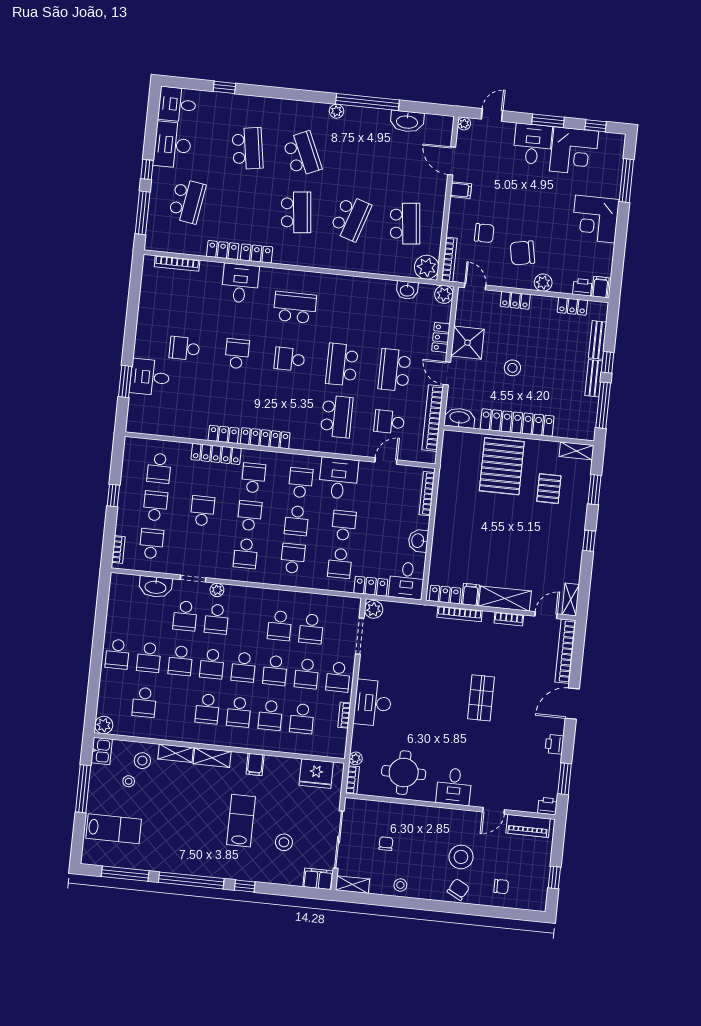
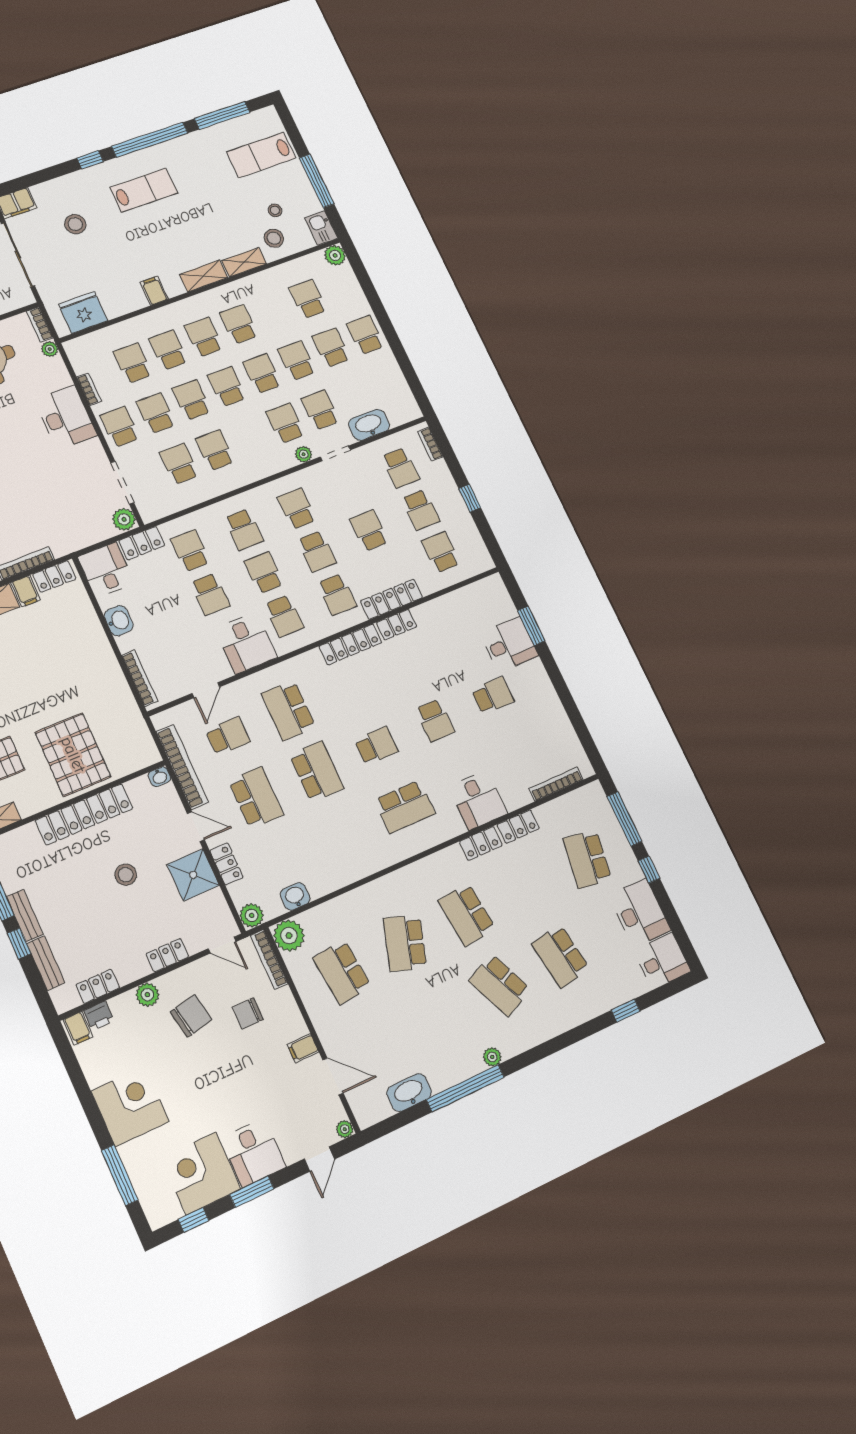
washbasin: (460, 418) -> (159, 777), width x0.52, depth x0.69
school desk: (202, 511) -> (369, 530), turned 180
lab bench: (241, 821) -> (144, 190), moved, turned -90

